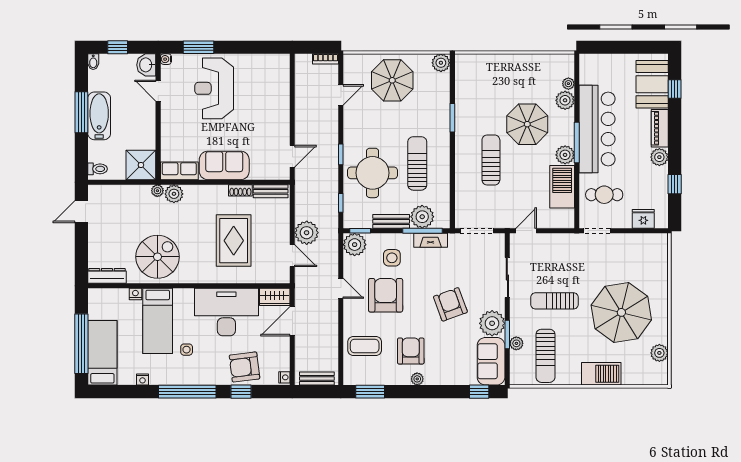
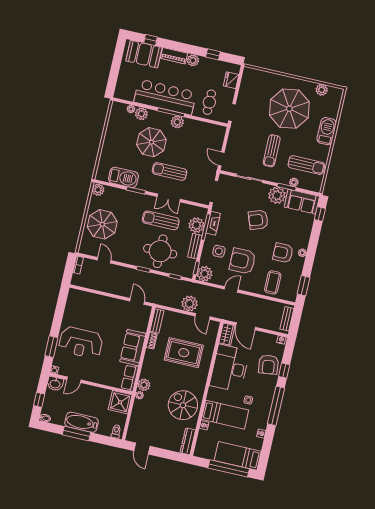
double door: (452, 167) -> (169, 198), added
barbecue: (562, 187) -> (123, 177), moved, turned 180
door: (292, 256) -> (202, 316), swing flipped

